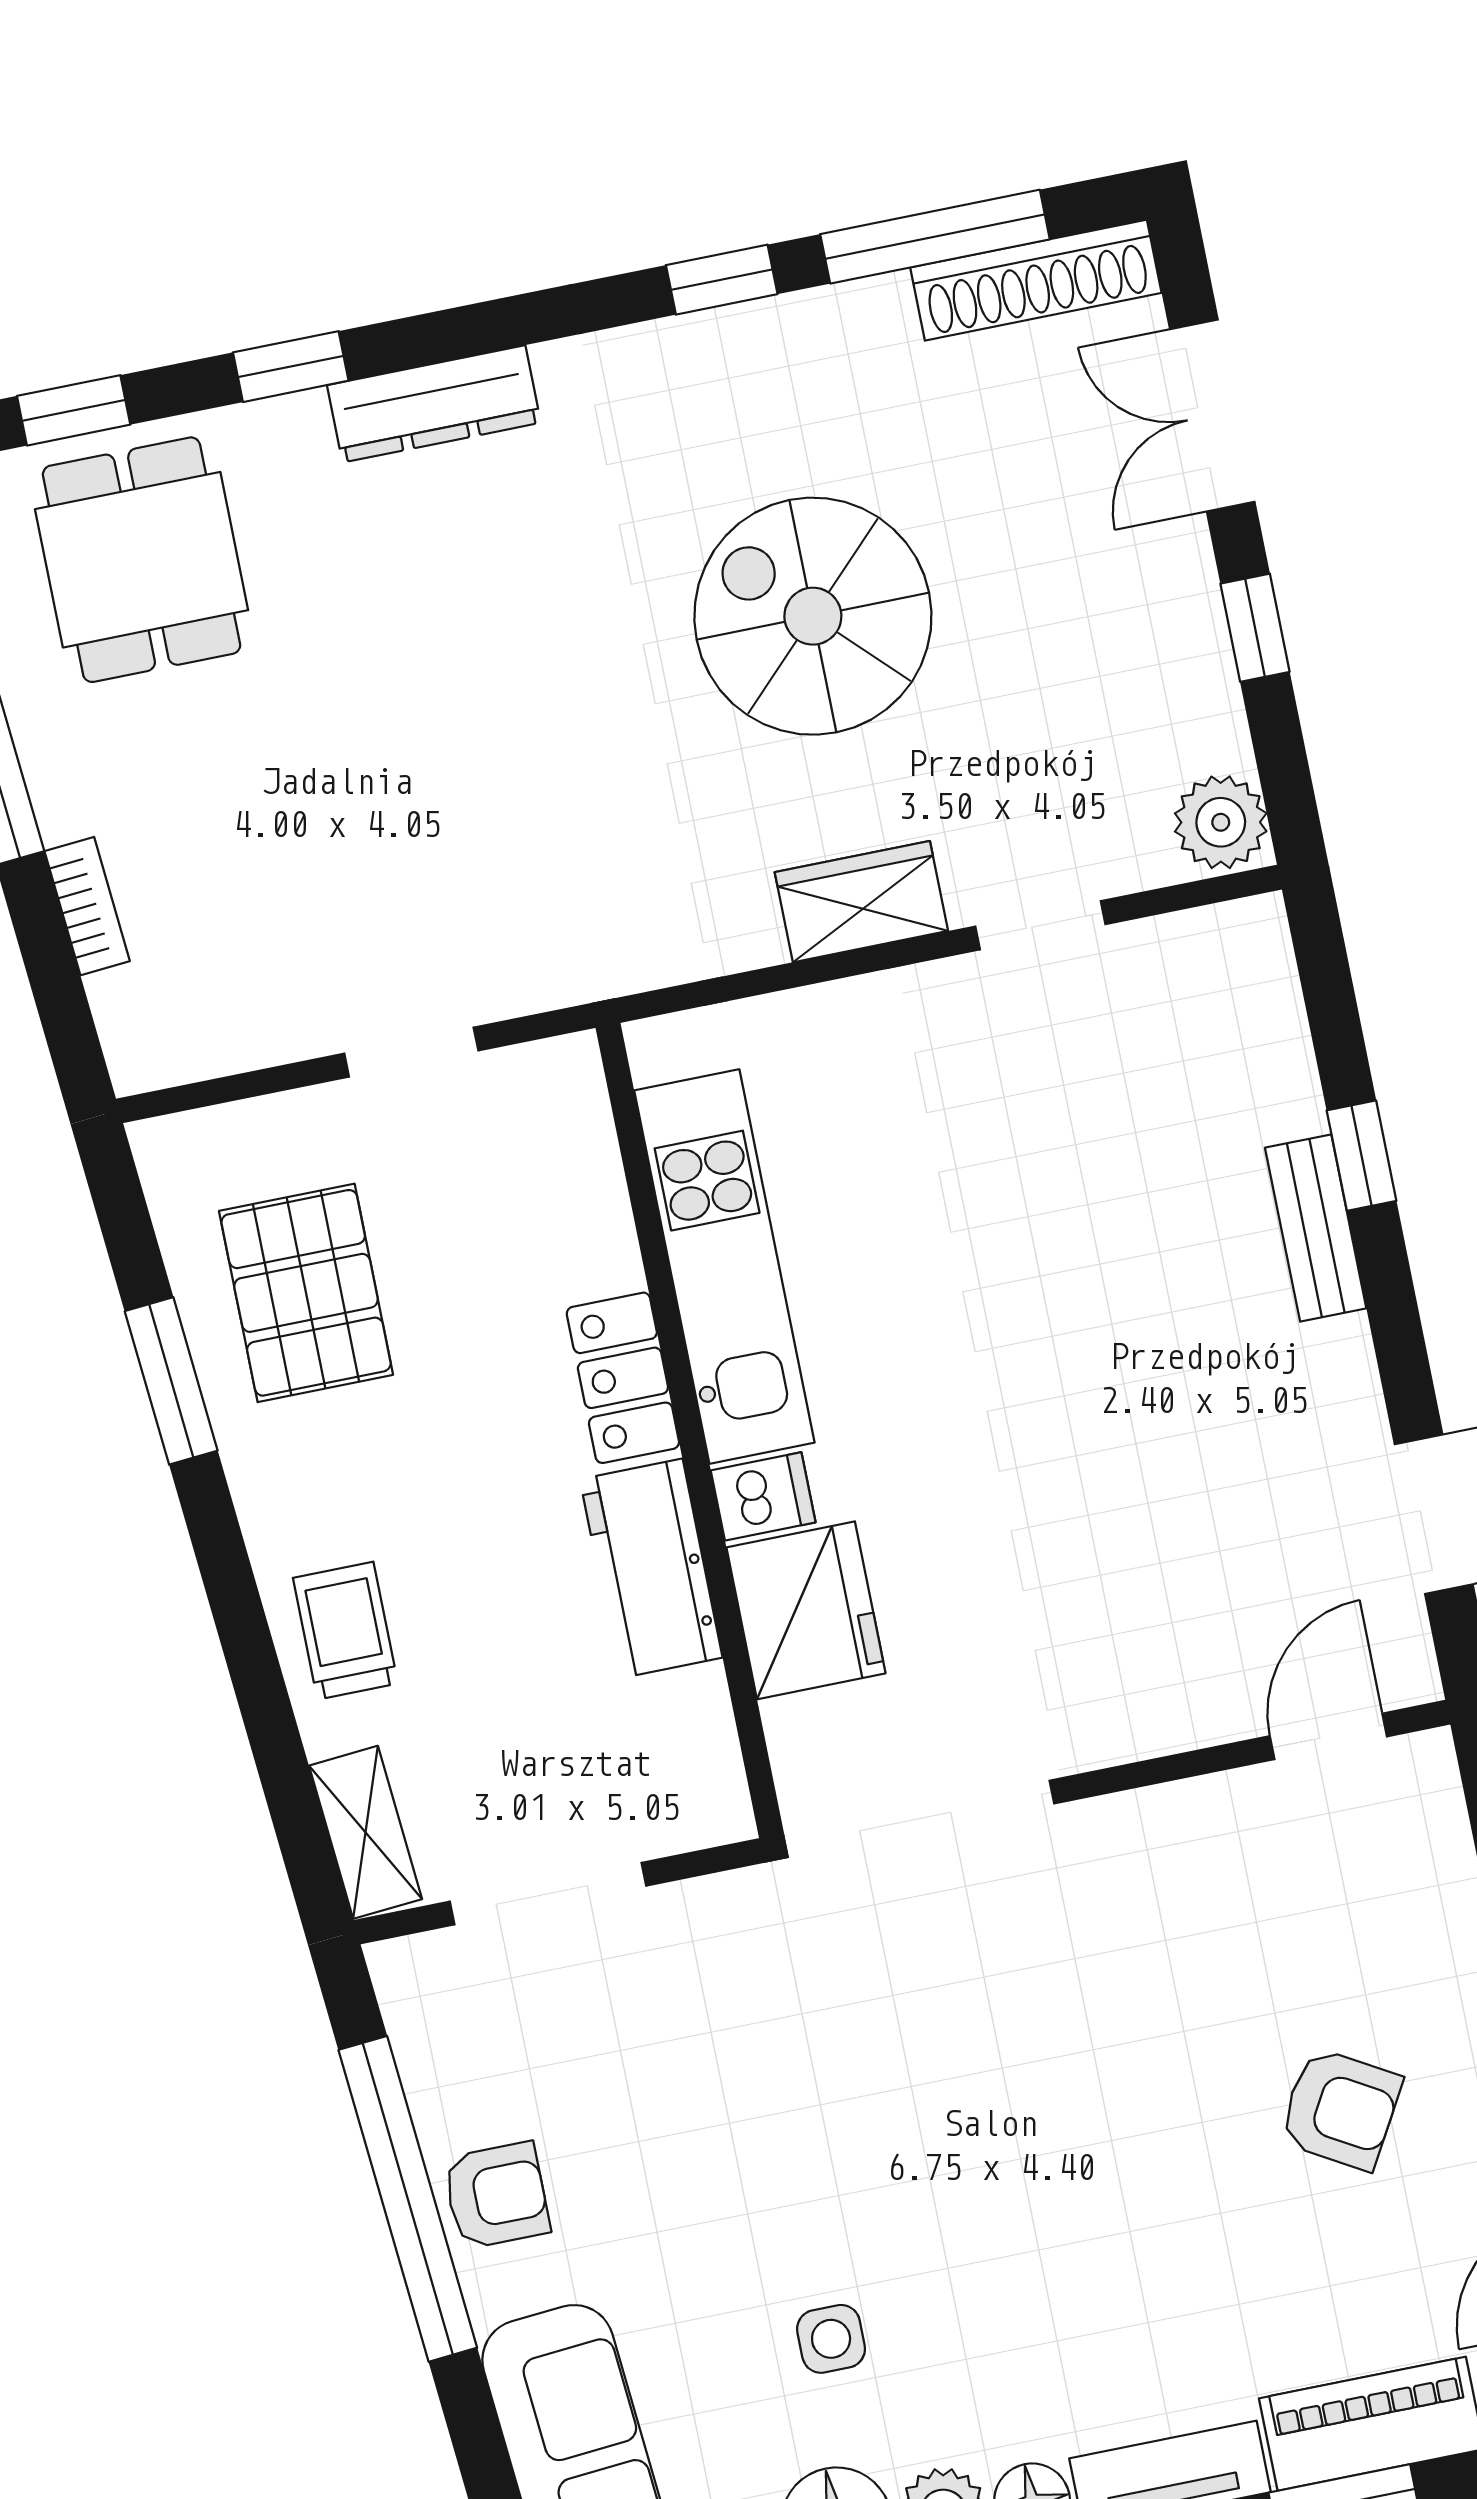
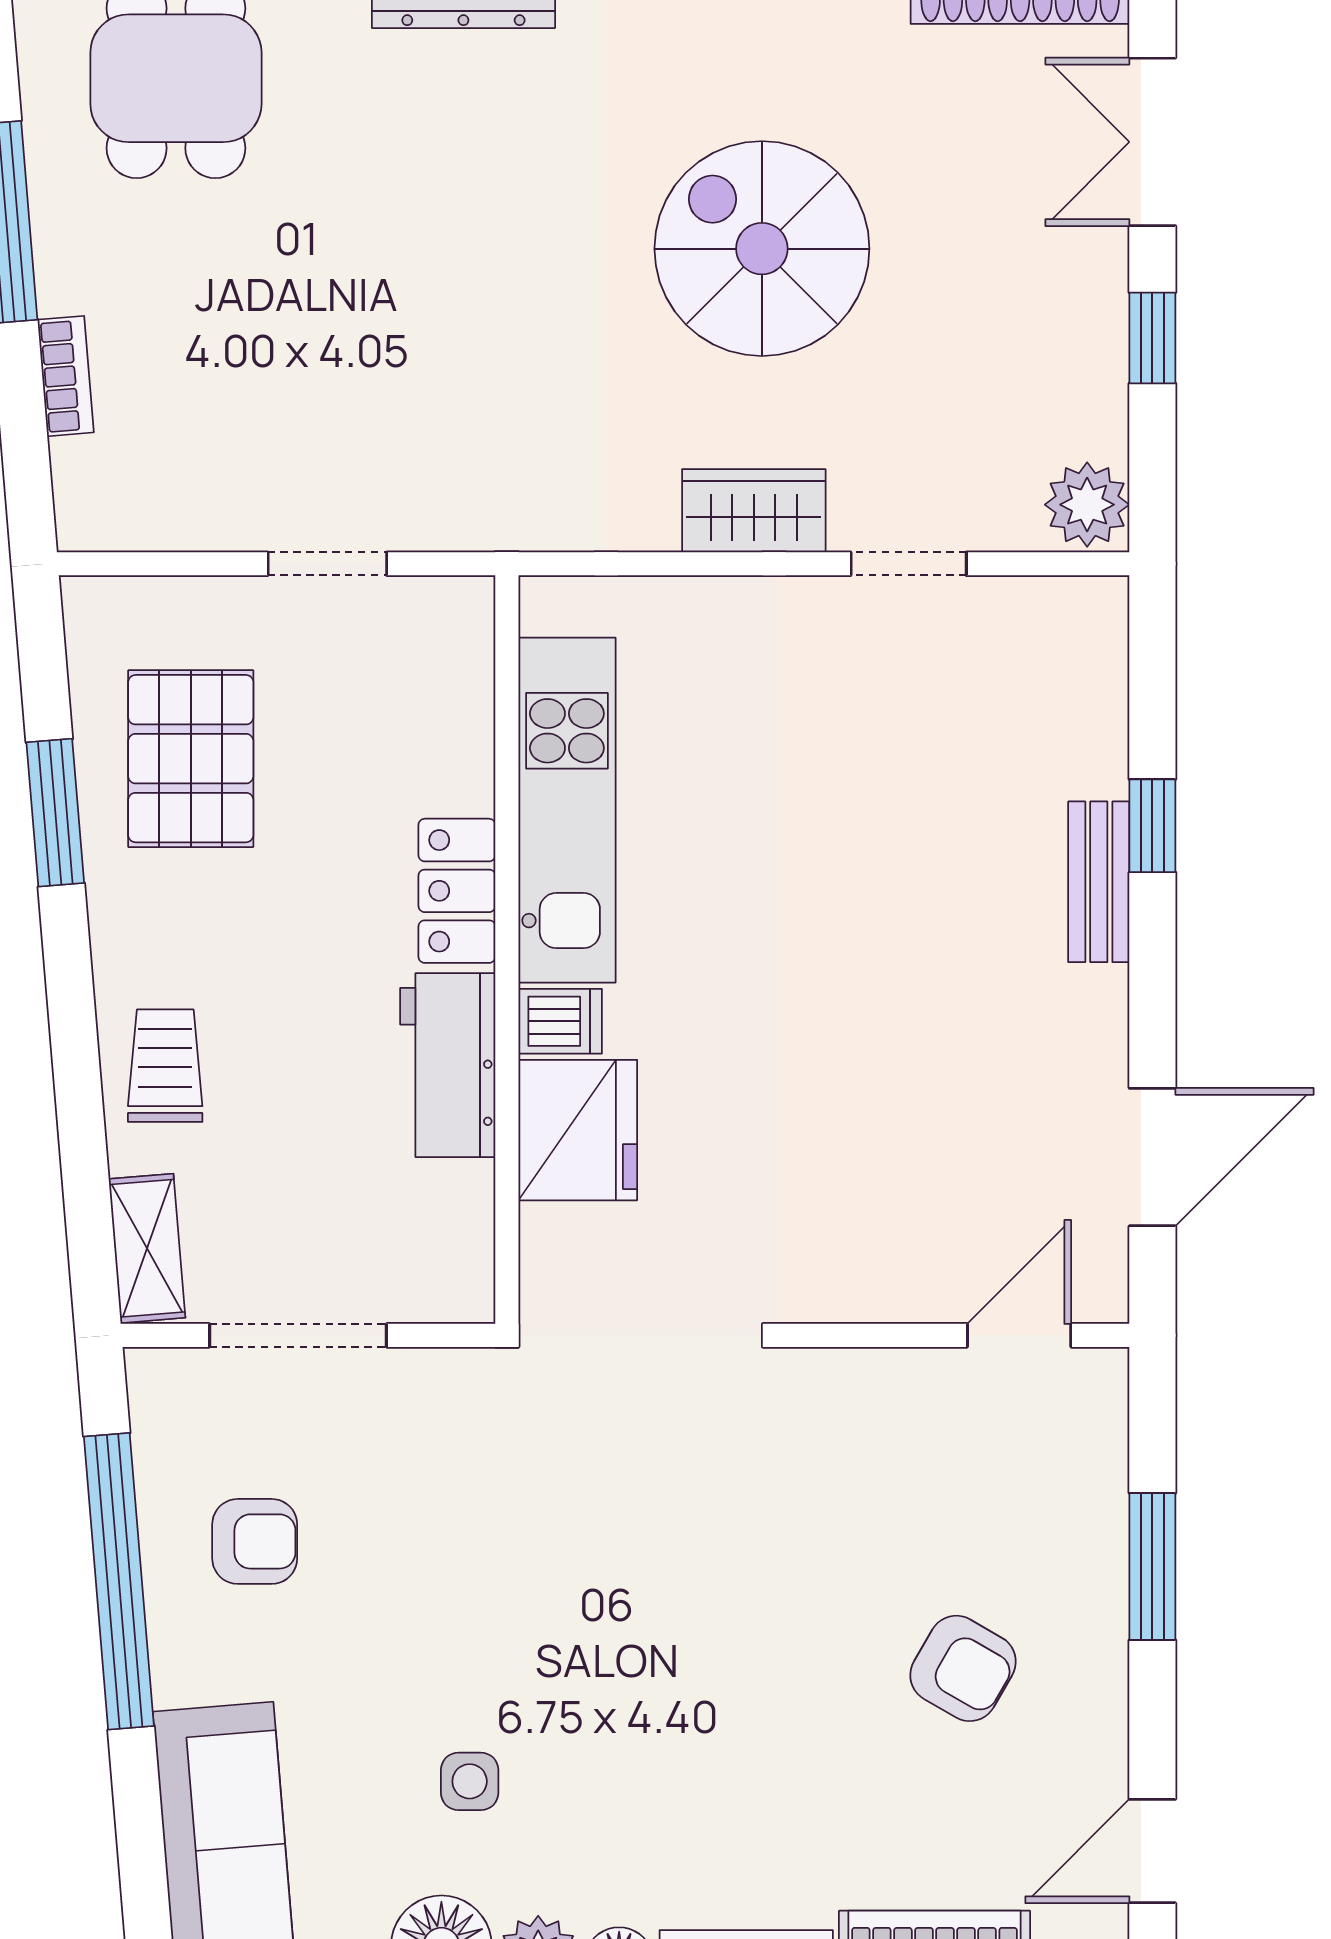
armchair: (496, 2195) -> (255, 1541), moved

